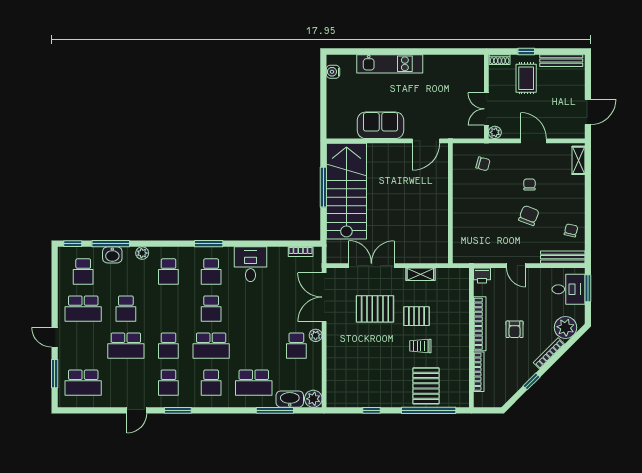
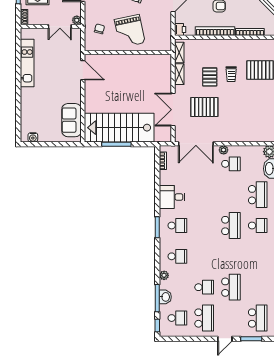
kitchen unit: (390, 64) -> (27, 63), moved
sofa: (381, 125) -> (72, 120), moved
grand piano: (480, 206) -> (130, 31), added
shelving: (450, 274) -> (179, 53), added
school desk: (211, 309) -> (204, 225), removed
pallet: (375, 309) -> (204, 107), turned 90
school desk: (168, 346) -> (231, 256), removed
school desk: (168, 383) -> (258, 256), removed

